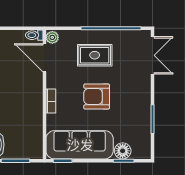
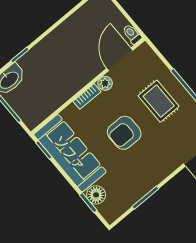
plant: (52, 37) -> (105, 83), moved
armchair: (97, 97) -> (124, 133), turned -90

